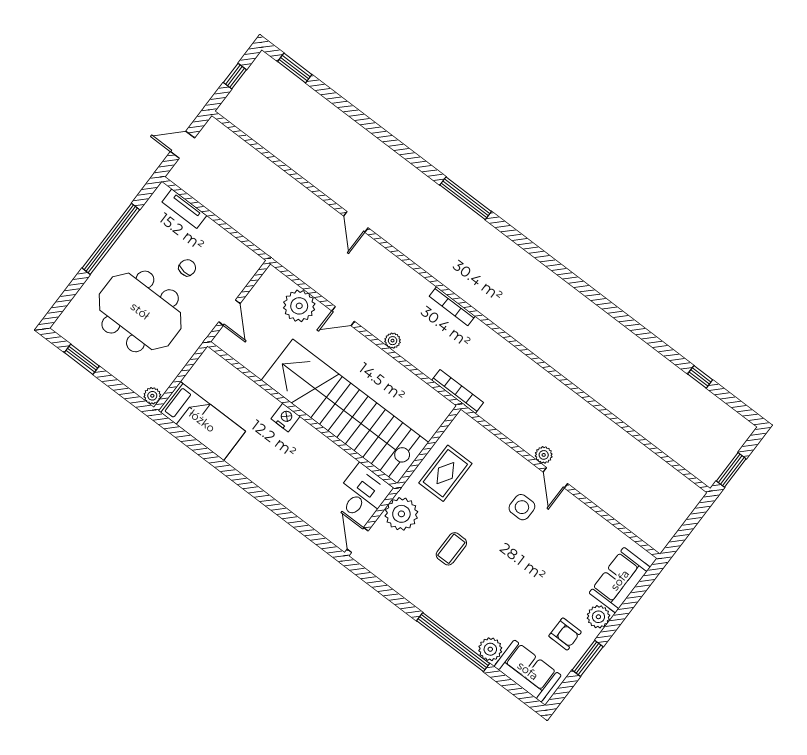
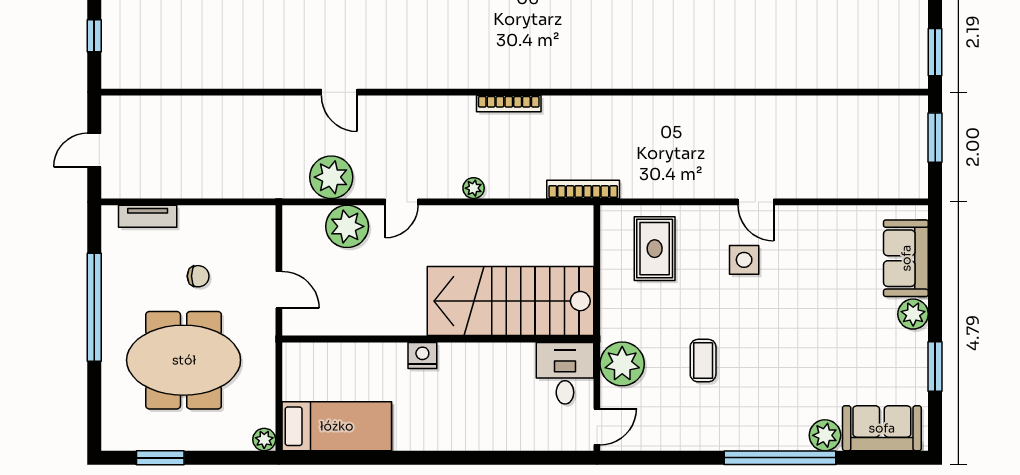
chair: (187, 268) -> (198, 276), turned 84
stairs: (345, 411) -> (510, 301), width x0.73
plant: (544, 455) -> (331, 177), moved, width x1.87, depth x1.87
rug: (445, 473) -> (655, 249), moved
window: (692, 521) -> (935, 138), added
door: (358, 540) -> (597, 427), swing flipped
armchair: (565, 634) -> (892, 359), removed

